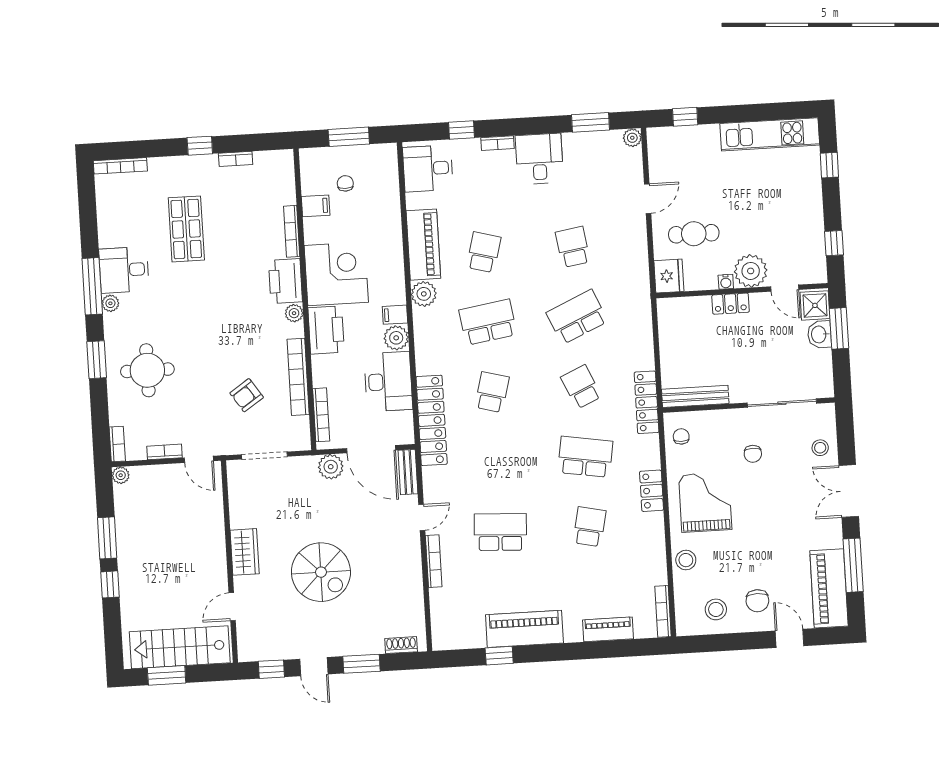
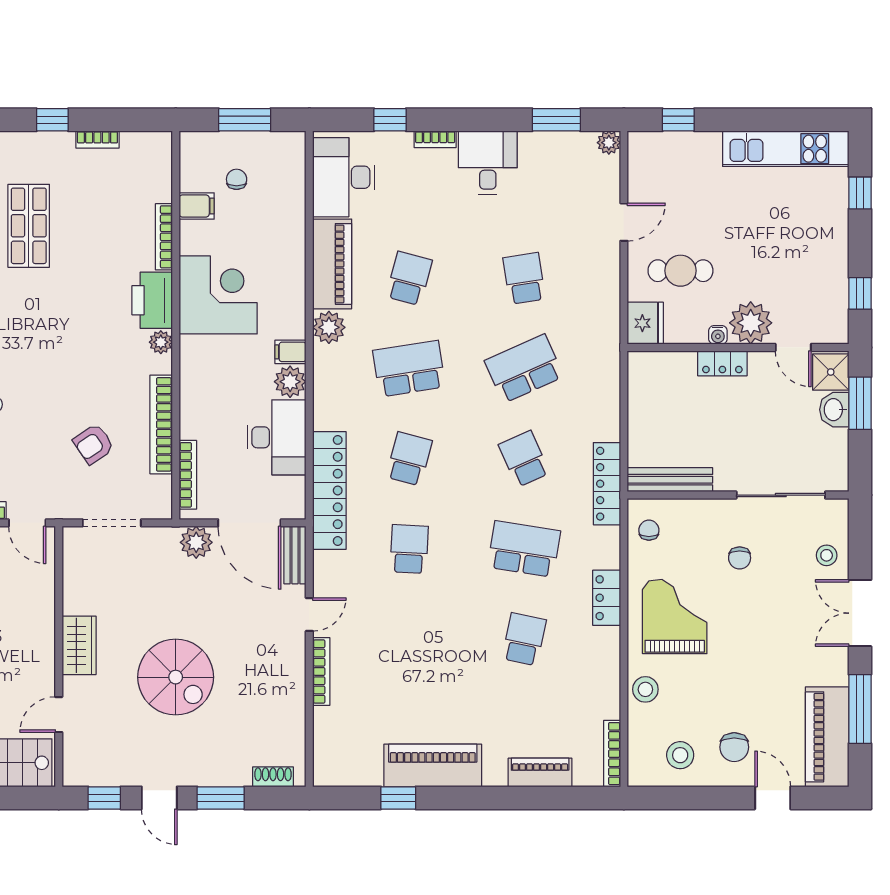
desk: (428, 168) -> (344, 177), width x1.37
printer: (326, 330) -> (201, 366), removed
school desk: (500, 532) -> (409, 549), moved, width x0.54

